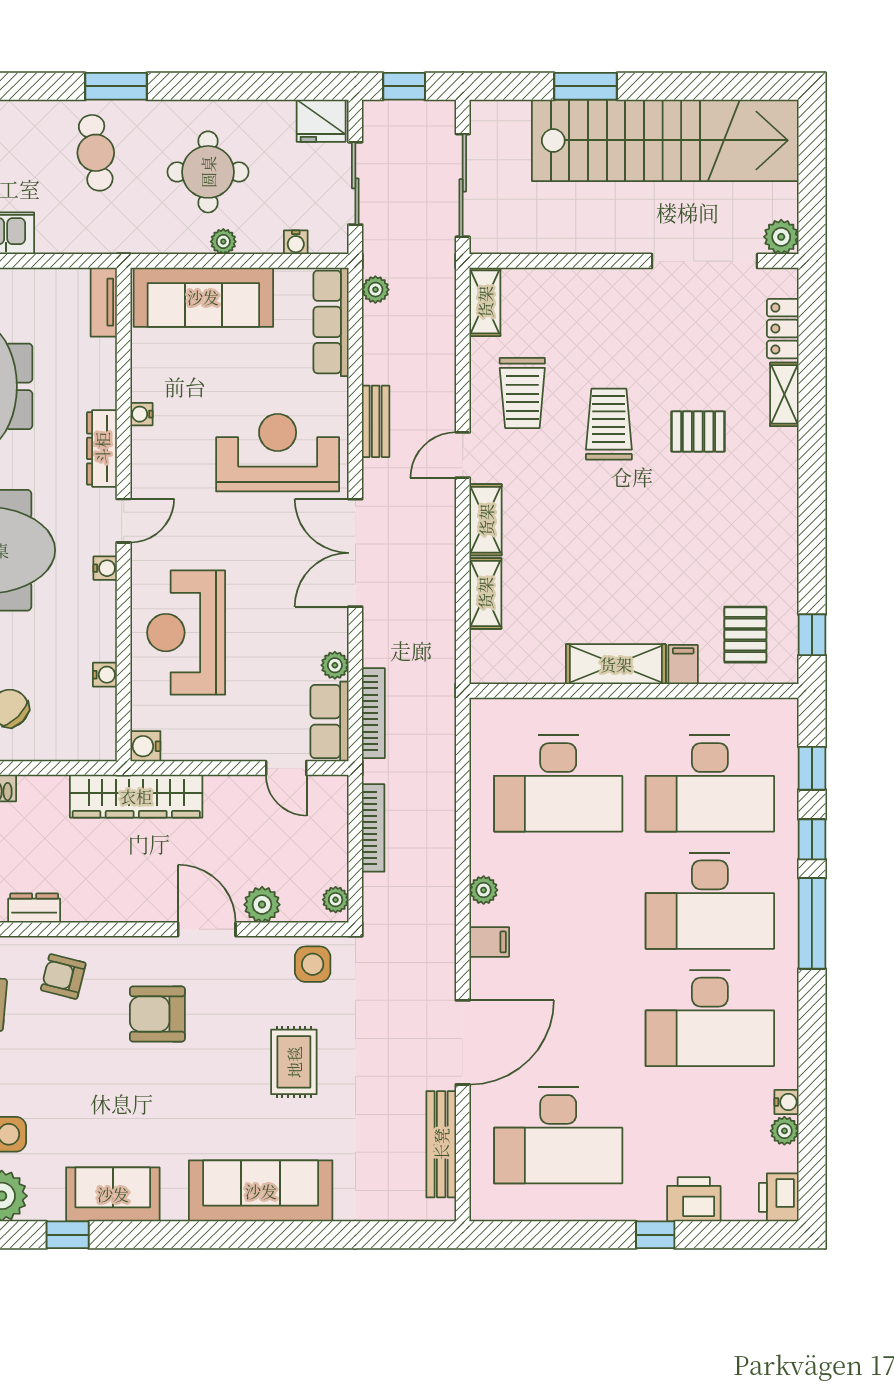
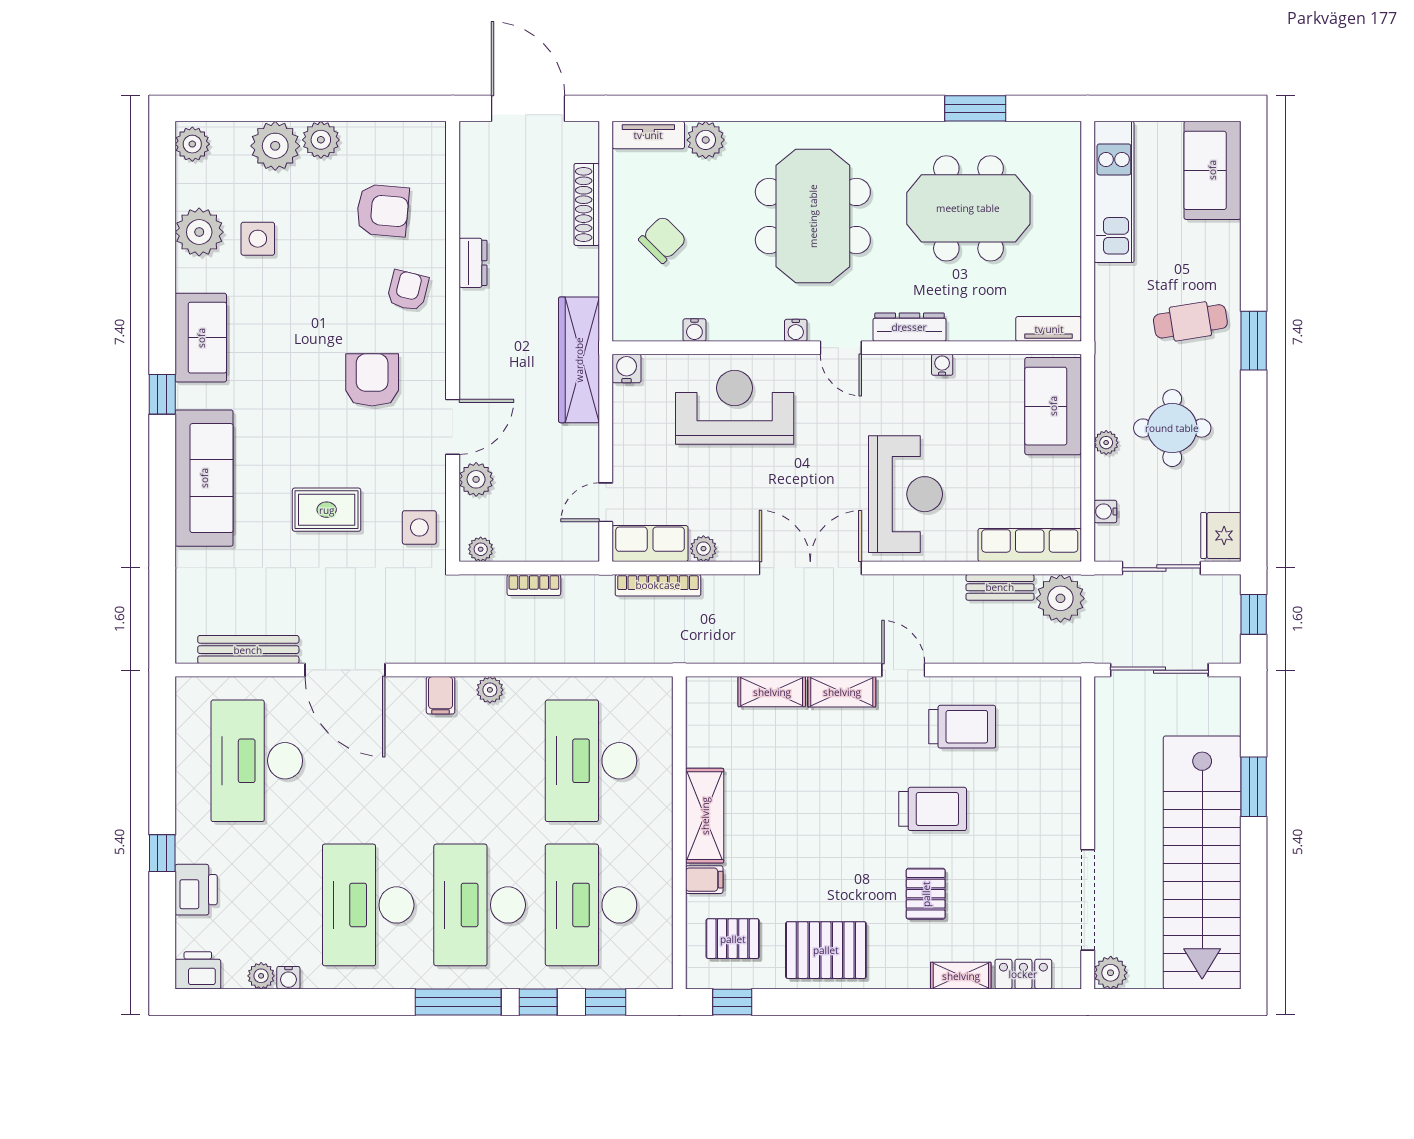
plant: (375, 290) -> (1060, 598), width x1.87, depth x1.87
sofa: (203, 297) -> (1053, 406), width x0.73
shelving: (485, 302) -> (1049, 691), removed
trolley: (522, 393) -> (962, 727), turned 180
bench: (376, 421) -> (1000, 587), moved
pallet: (757, 536) -> (826, 950), added
bookcase: (373, 828) -> (534, 585), width x0.64
window: (68, 1235) -> (162, 394), moved

